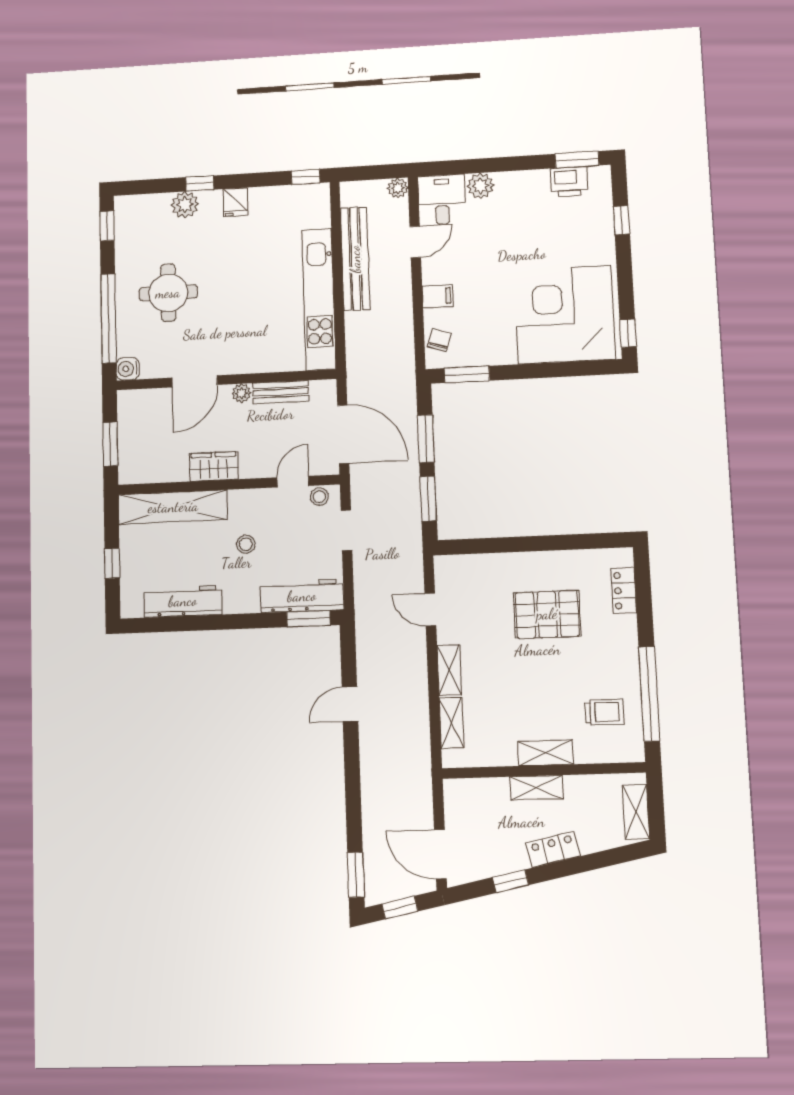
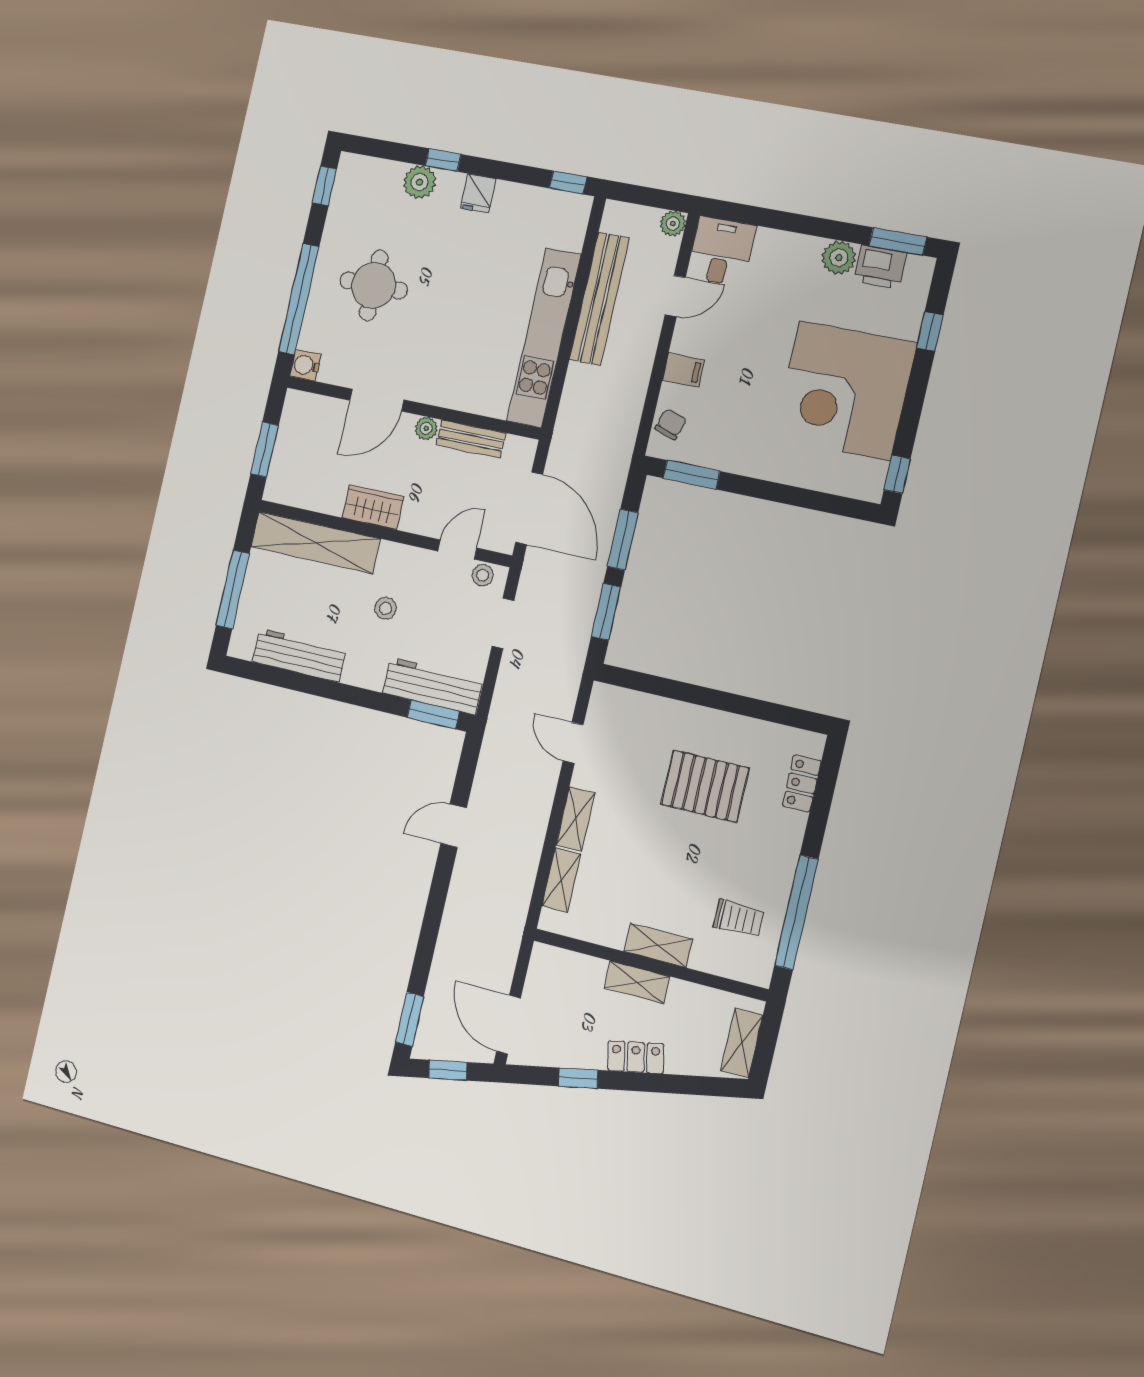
plant: (480, 186) -> (839, 258), moved
corner desk: (565, 315) -> (845, 390), moved, turned -90
window: (112, 563) -> (233, 589), width x2.17

